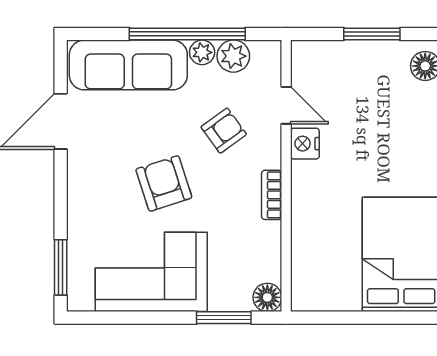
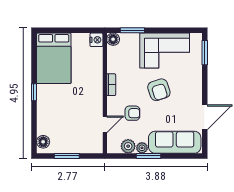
window: (187, 34) -> (149, 156), width x0.47
door: (286, 105) -> (105, 124), swing flipped
armchair: (224, 131) -> (132, 113), turned -144
nightstand: (305, 144) -> (96, 40), moved

